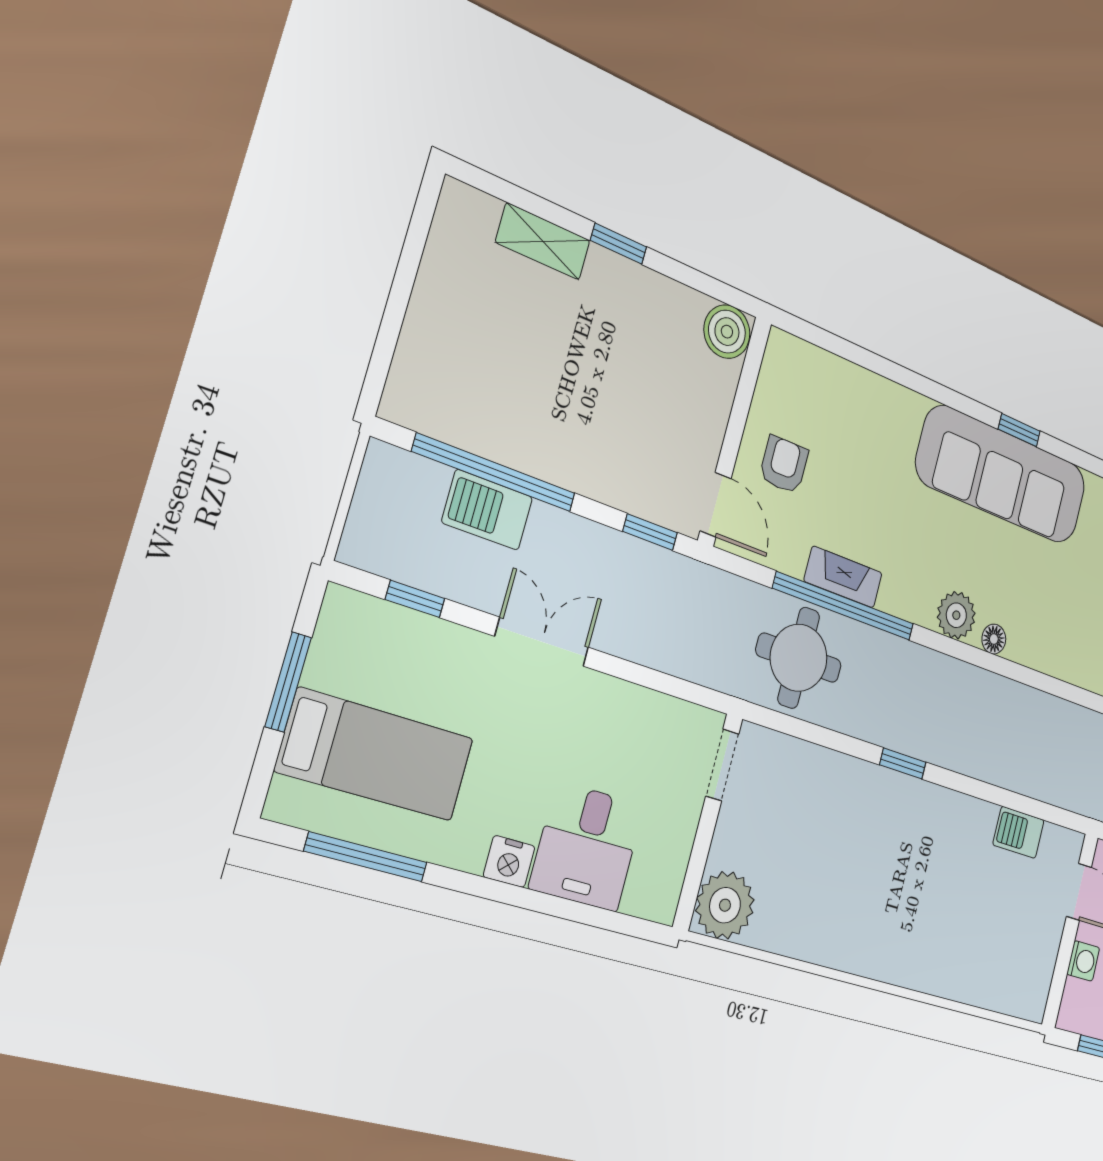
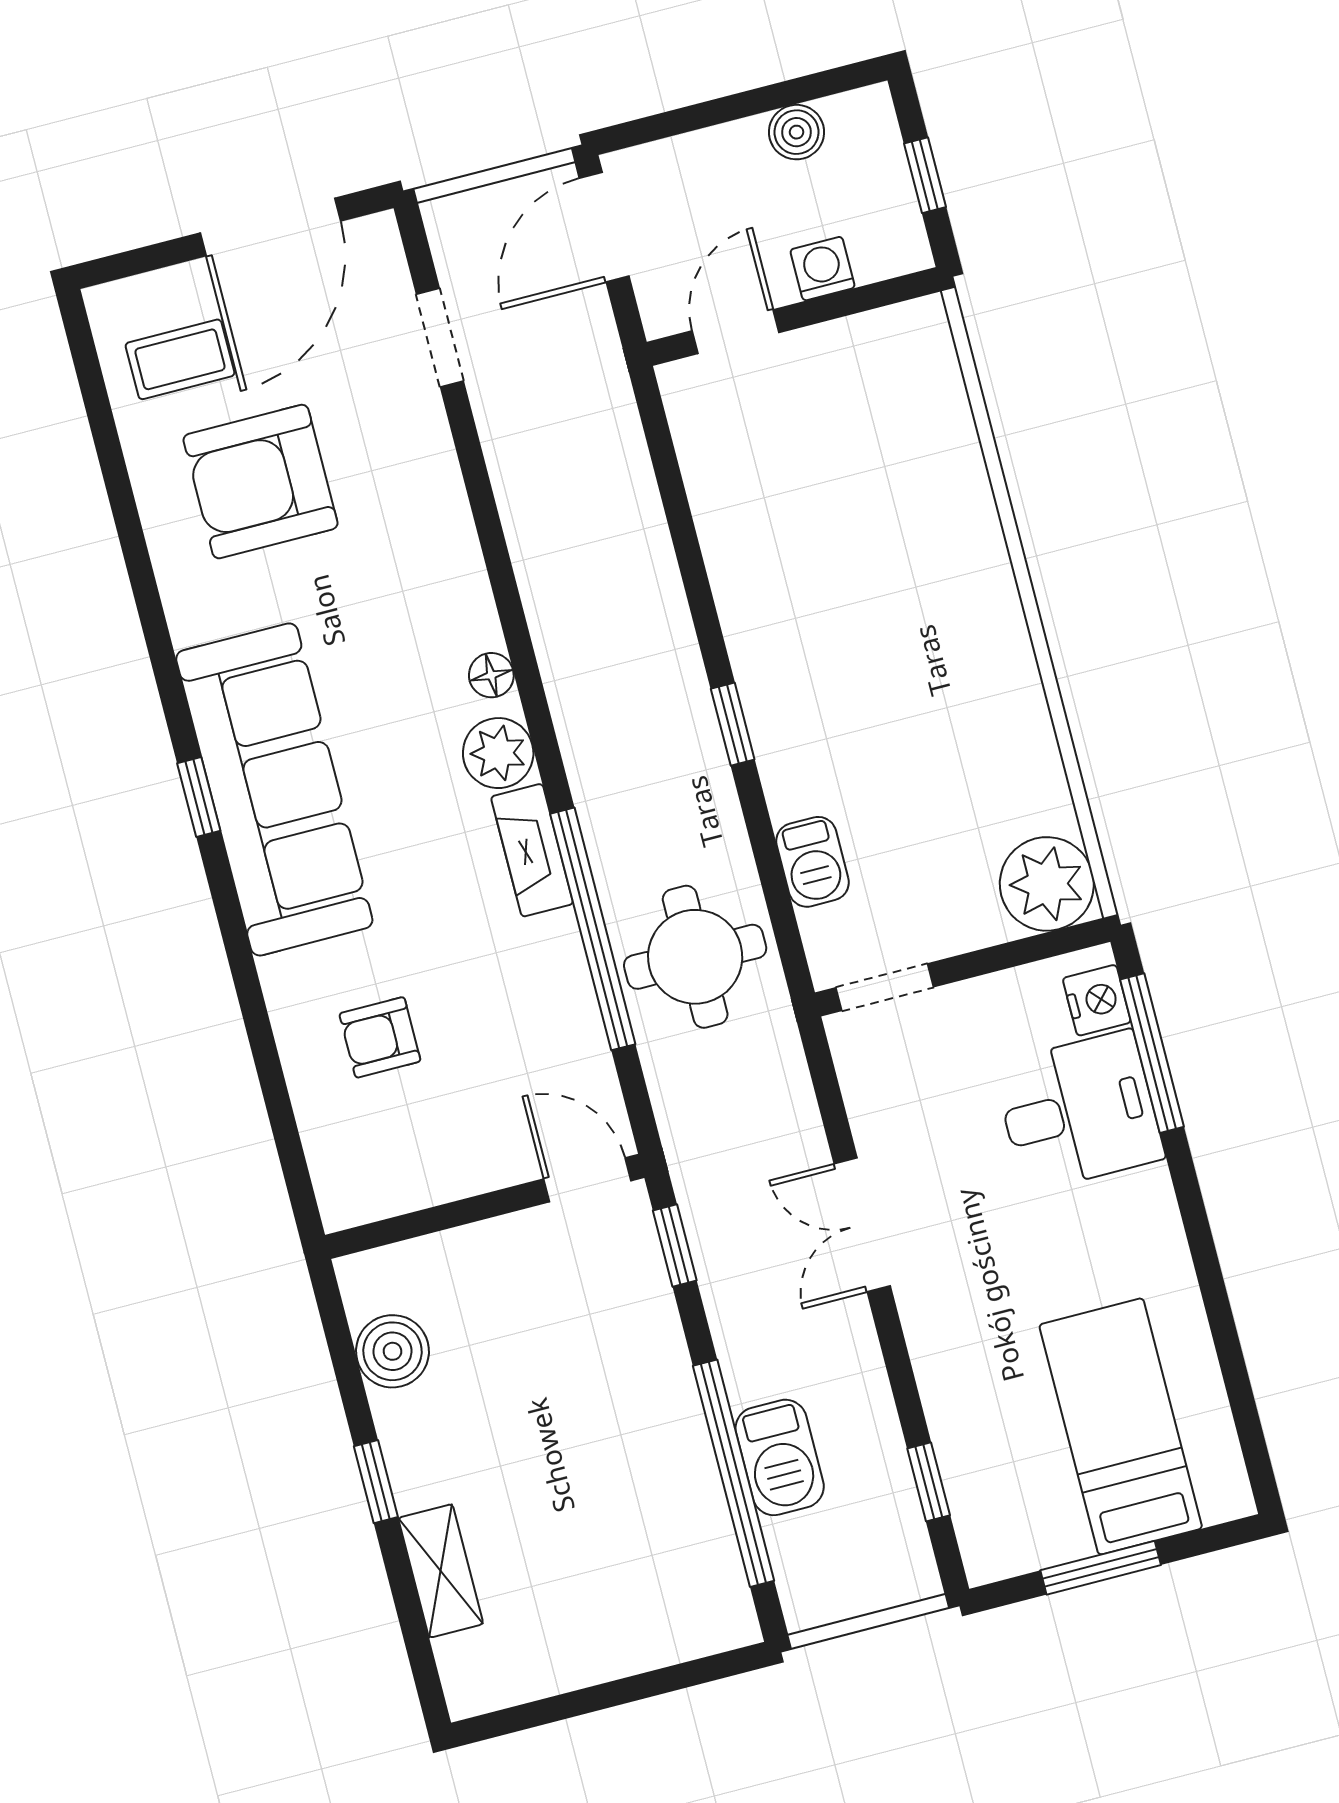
boiler: (727, 332) -> (392, 1351), moved
armchair: (784, 465) -> (380, 1037), moved
door: (716, 505) -> (587, 1180), hinge flipped
fireplace: (843, 577) -> (532, 850), moved
double door: (542, 642) -> (862, 1225), moved
barbecue: (1019, 832) -> (813, 862), moved
window: (366, 857) -> (1152, 1053), moved
nightstand: (509, 861) -> (1097, 1000), moved

